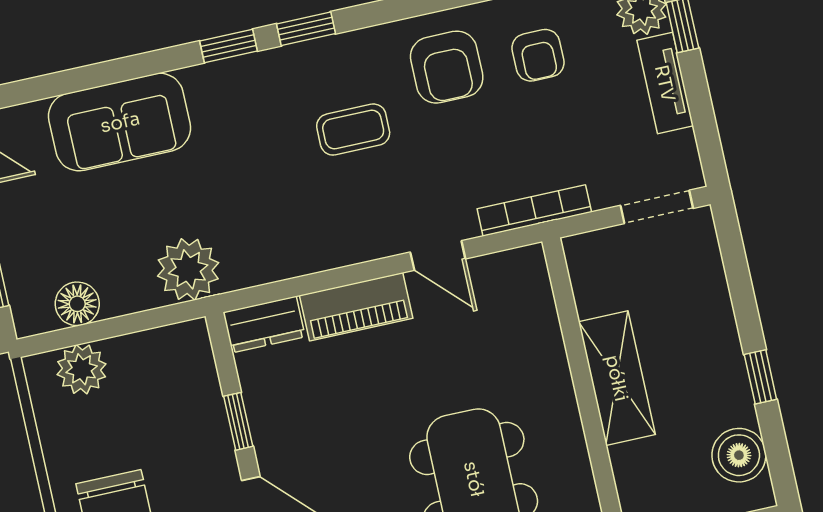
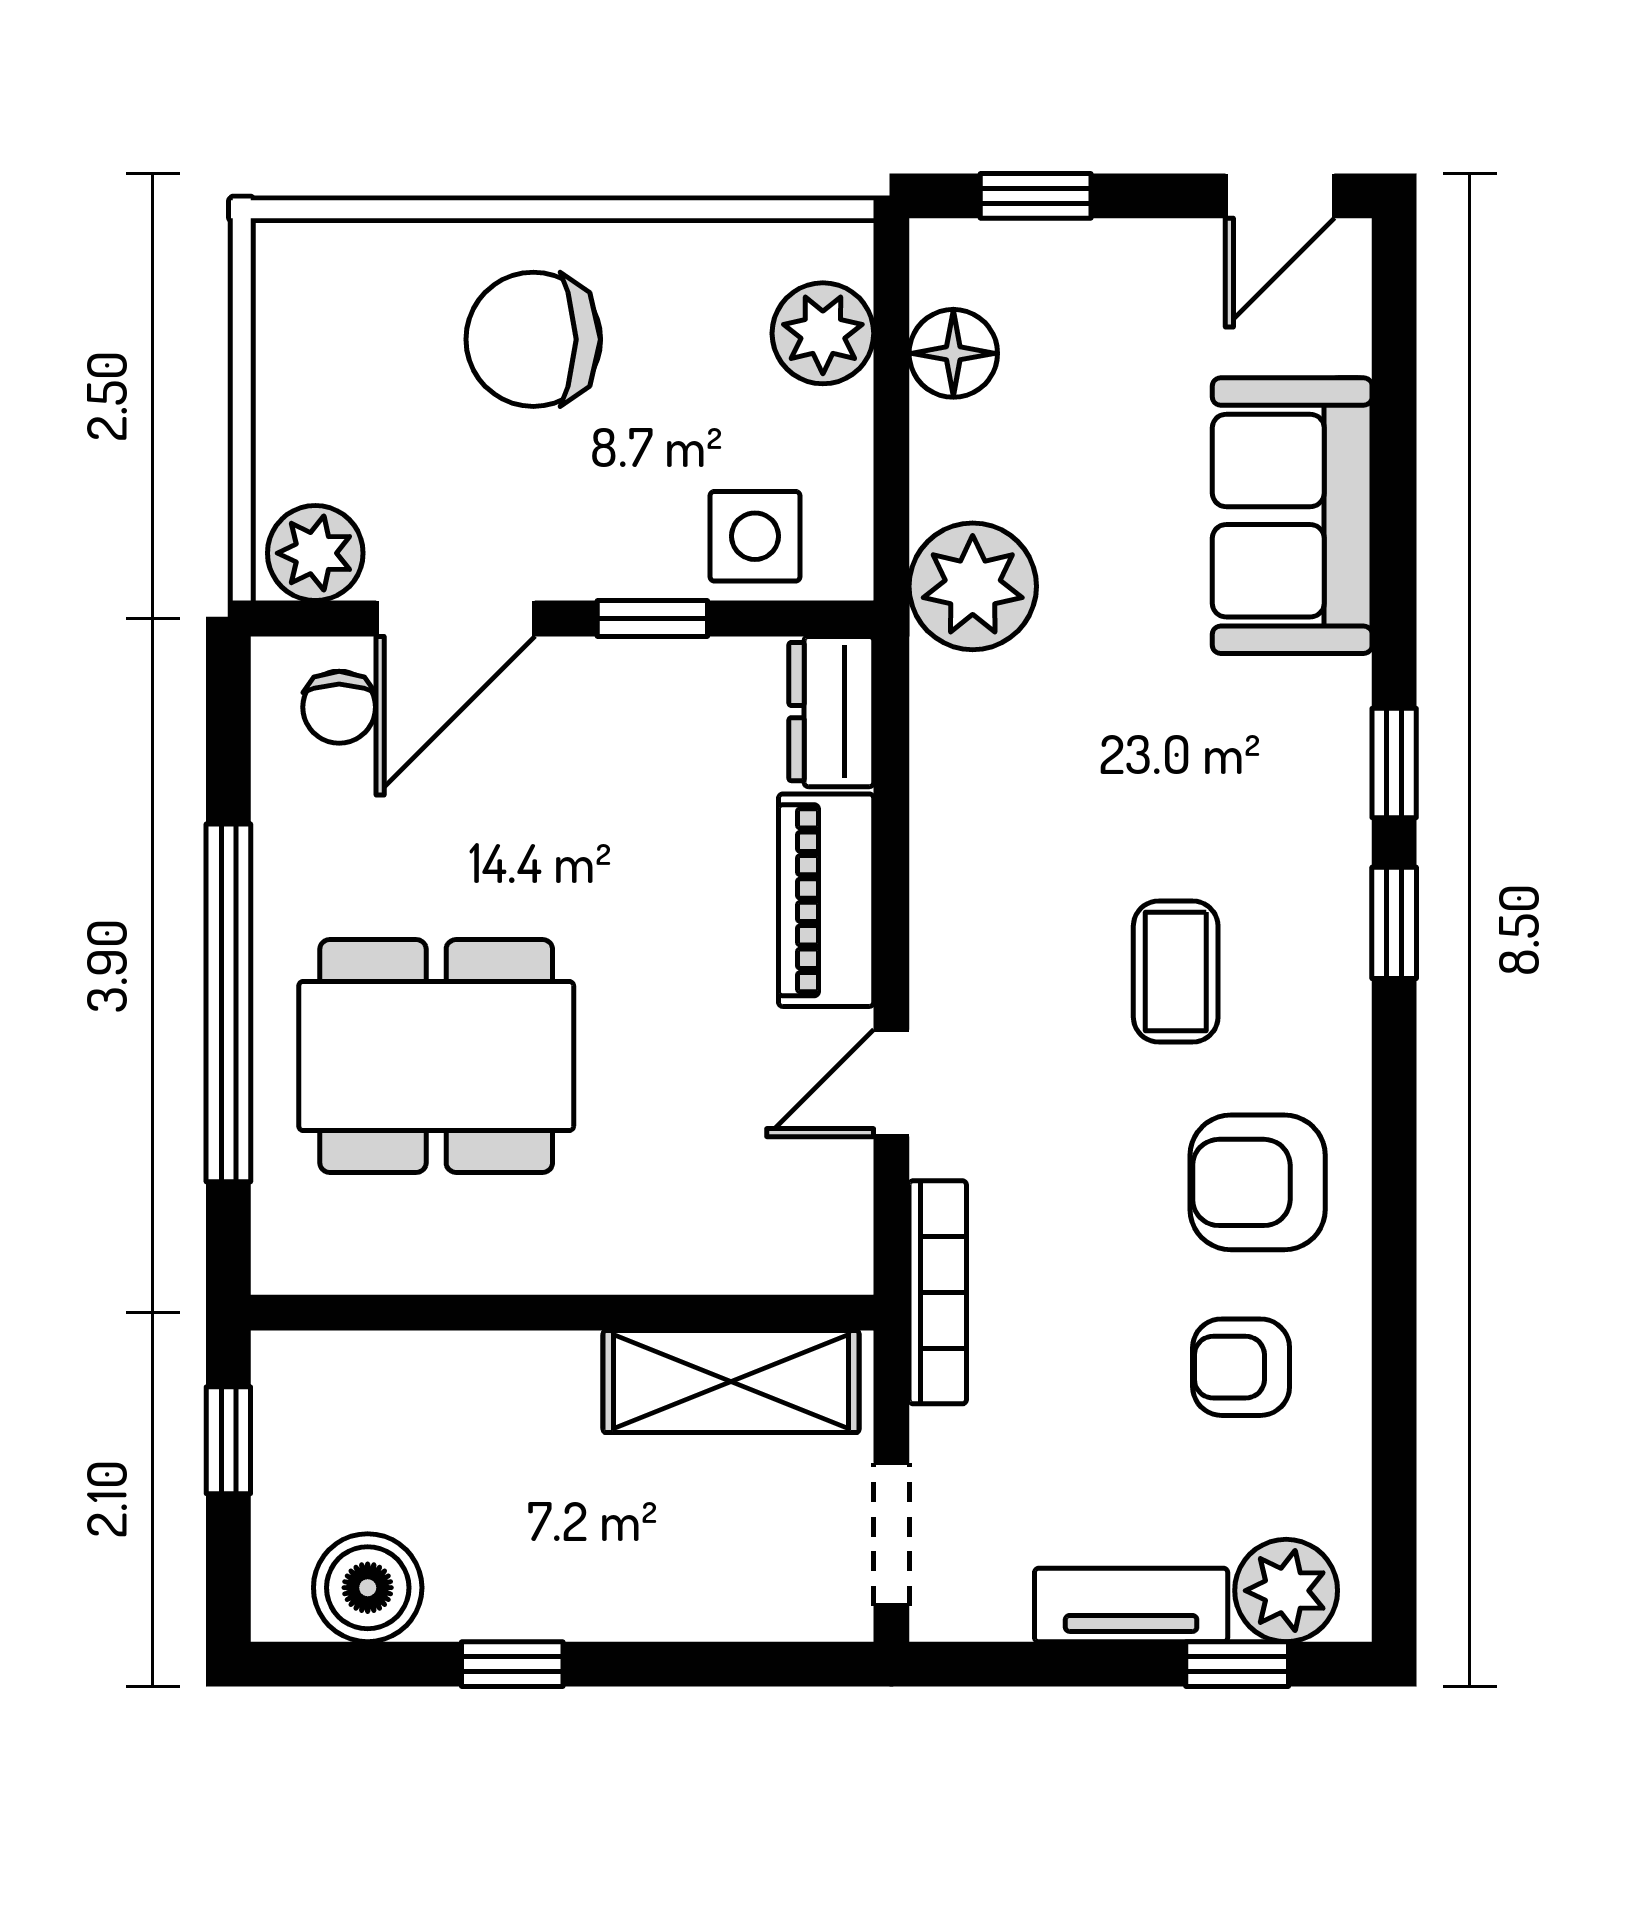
shelving: (617, 378) -> (731, 1382), moved
side table: (187, 380) -> (755, 536), added

